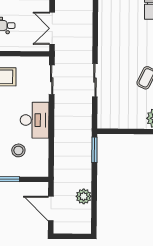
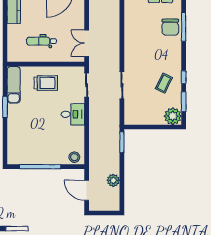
desk: (35, 120) -> (73, 114), width x0.73
stool: (18, 150) -> (74, 157), moved

